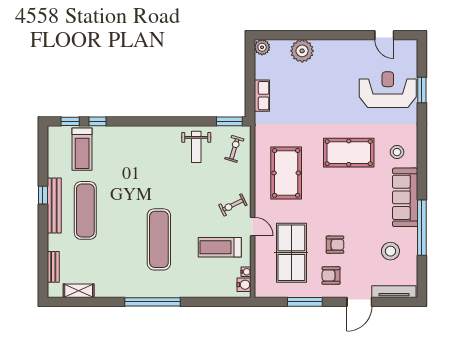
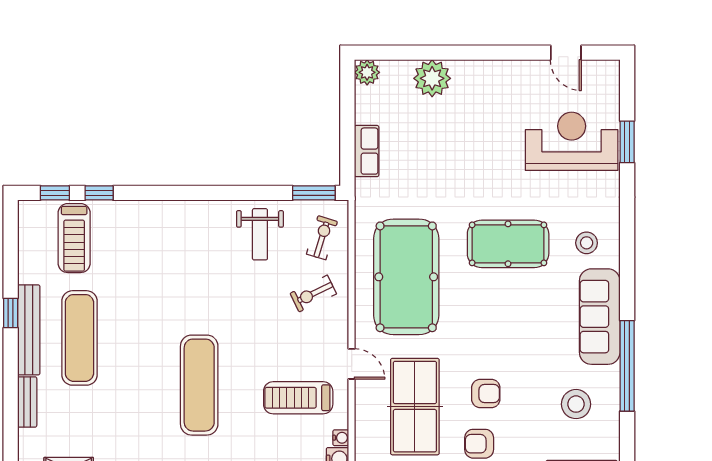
pool table: (286, 173) -> (406, 277), width x1.36, depth x1.32
exercise bike: (233, 205) -> (313, 294), moved
bench: (53, 267) -> (27, 402), moved

